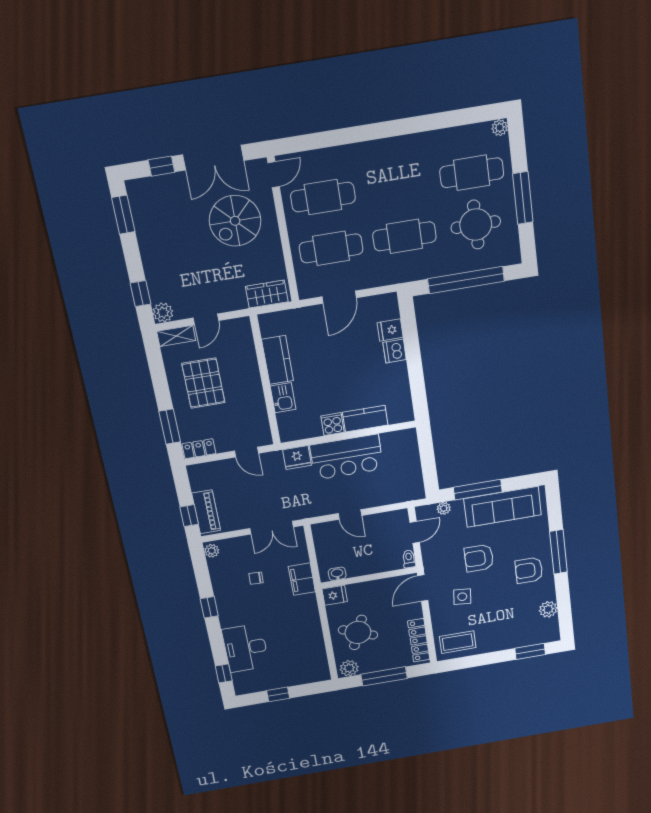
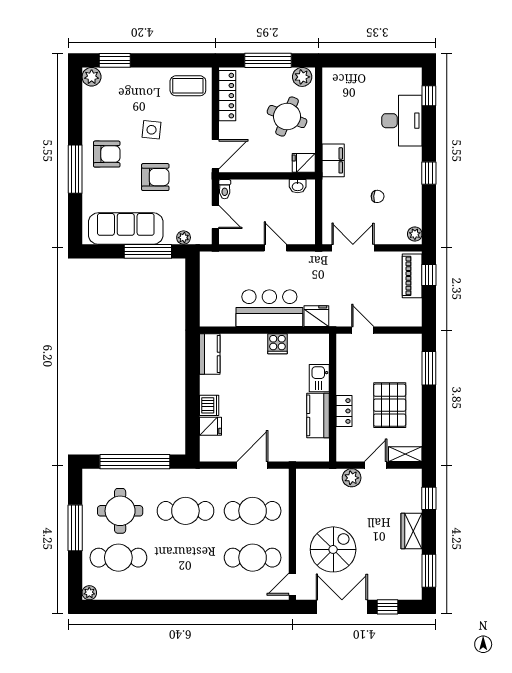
wardrobe: (267, 294) -> (412, 531), moved, turned 90
plant: (163, 312) -> (352, 478), moved
kitchen counter: (365, 419) -> (210, 354), moved, turned -90
locker: (199, 449) -> (344, 411), moved, turned -90
door: (415, 532) -> (215, 217), swing flipped
filing cabinet: (302, 579) -> (333, 160), moved
side table: (462, 597) -> (152, 130), moved
plant: (548, 609) -> (92, 77), moved
window: (278, 694) -> (379, 60), removed

